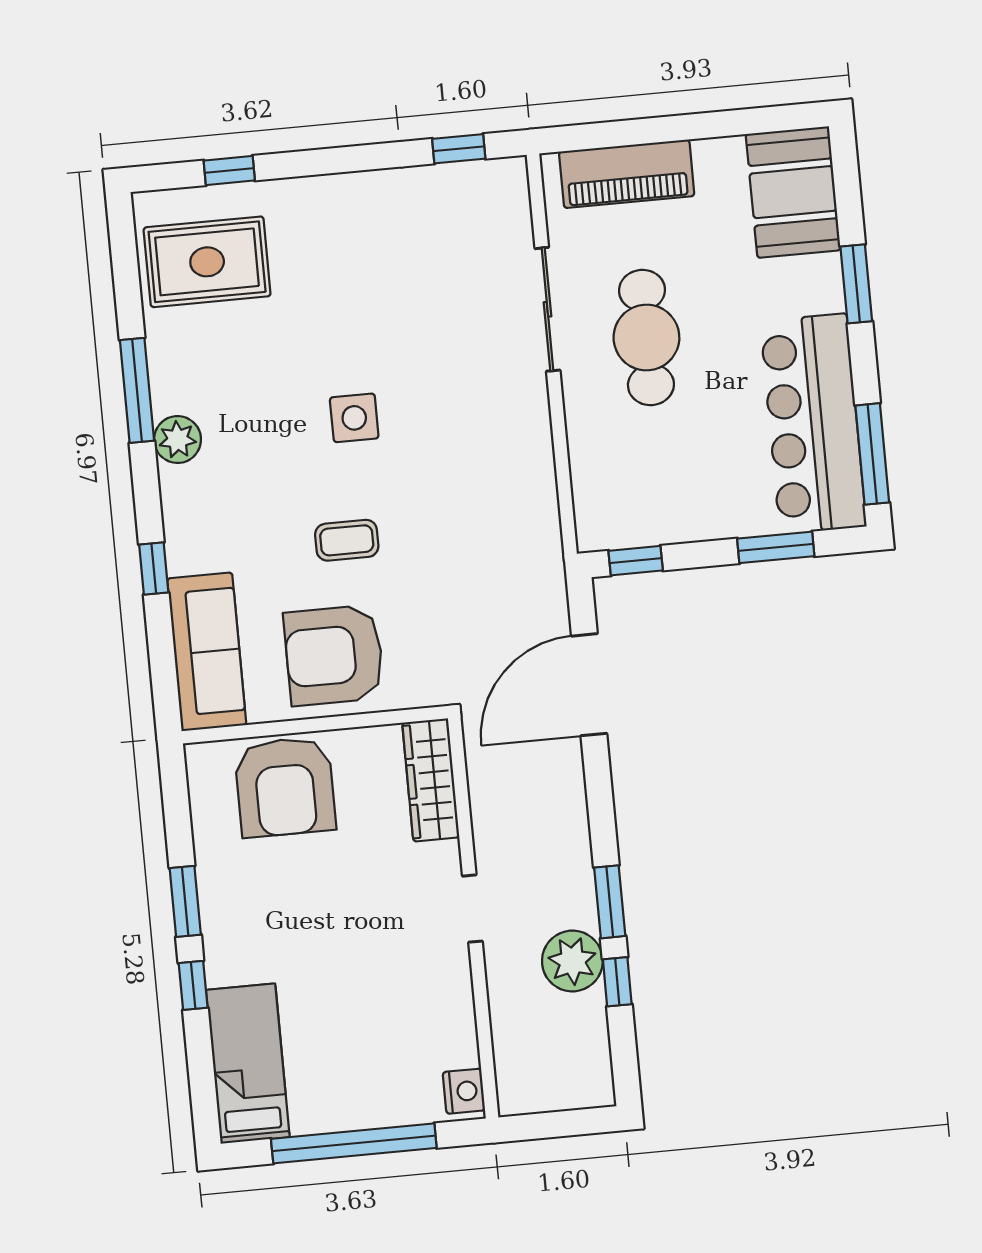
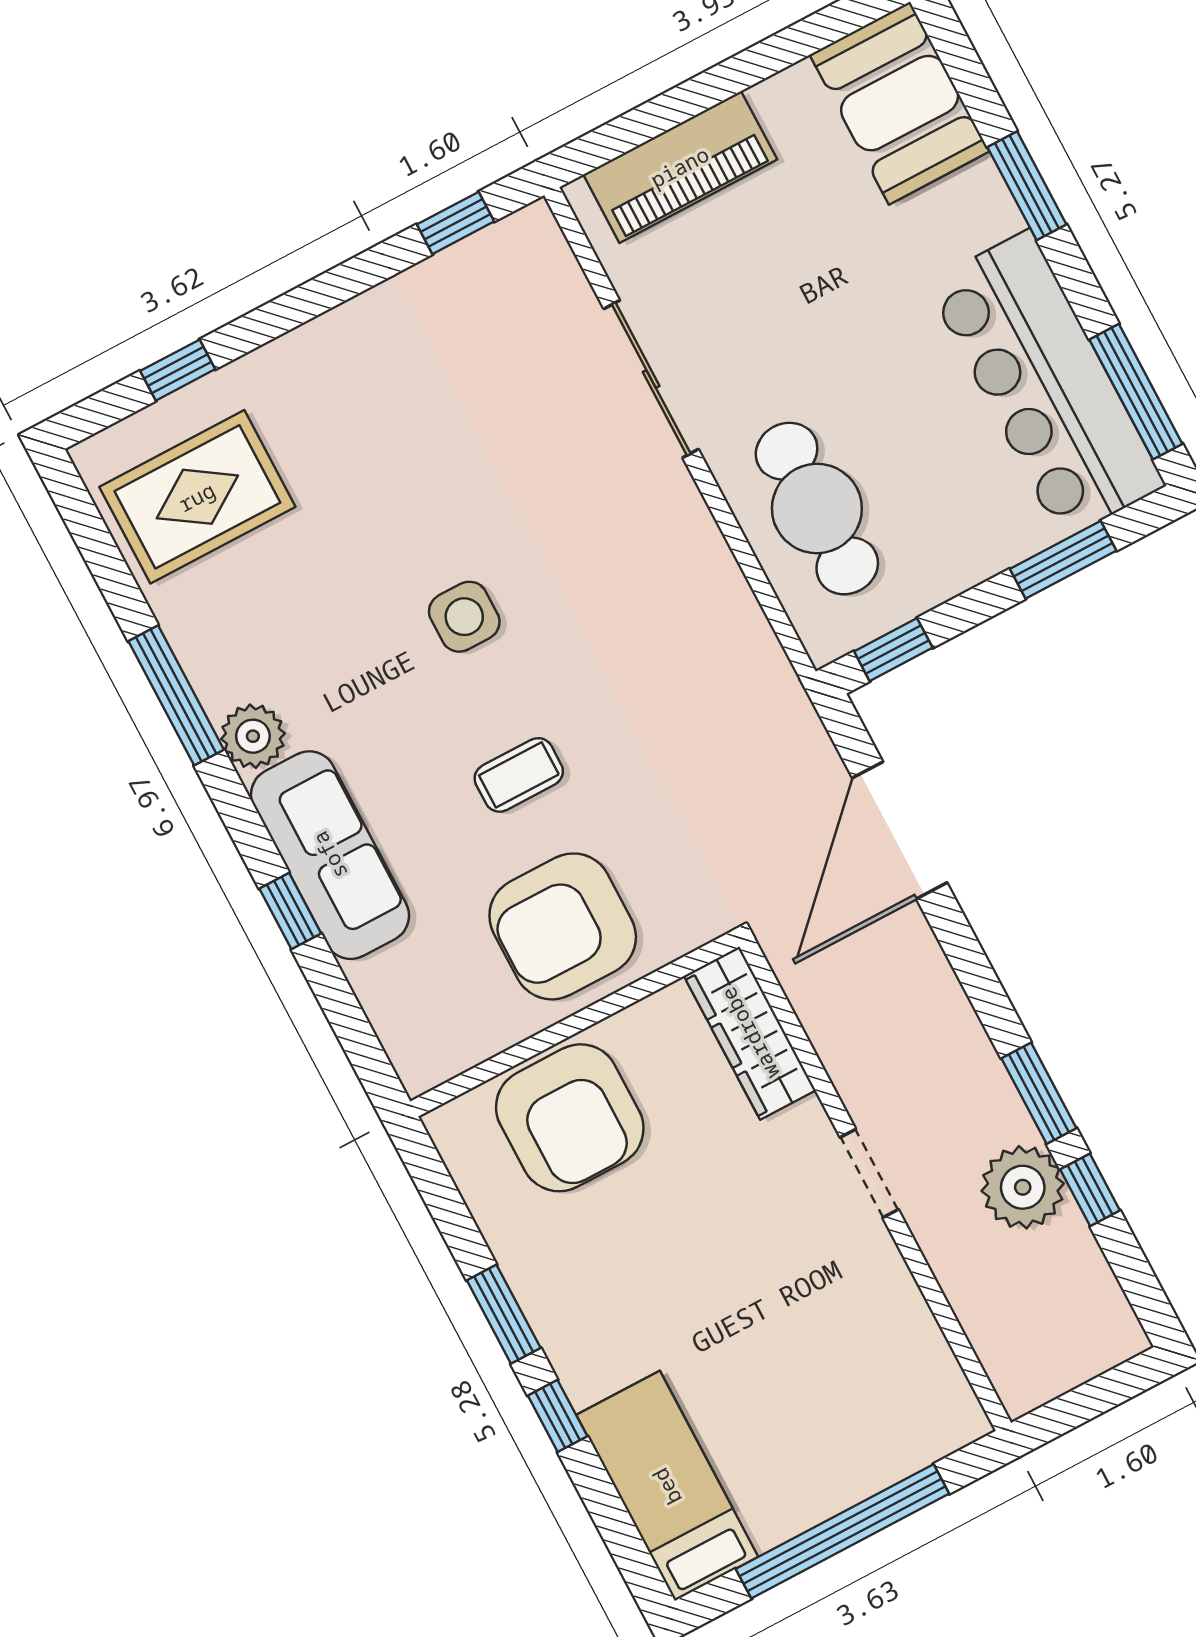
cafe table: (646, 338) -> (817, 509), moved
sofa: (207, 652) -> (330, 855), moved
nightstand: (464, 1091) -> (954, 1408), removed

